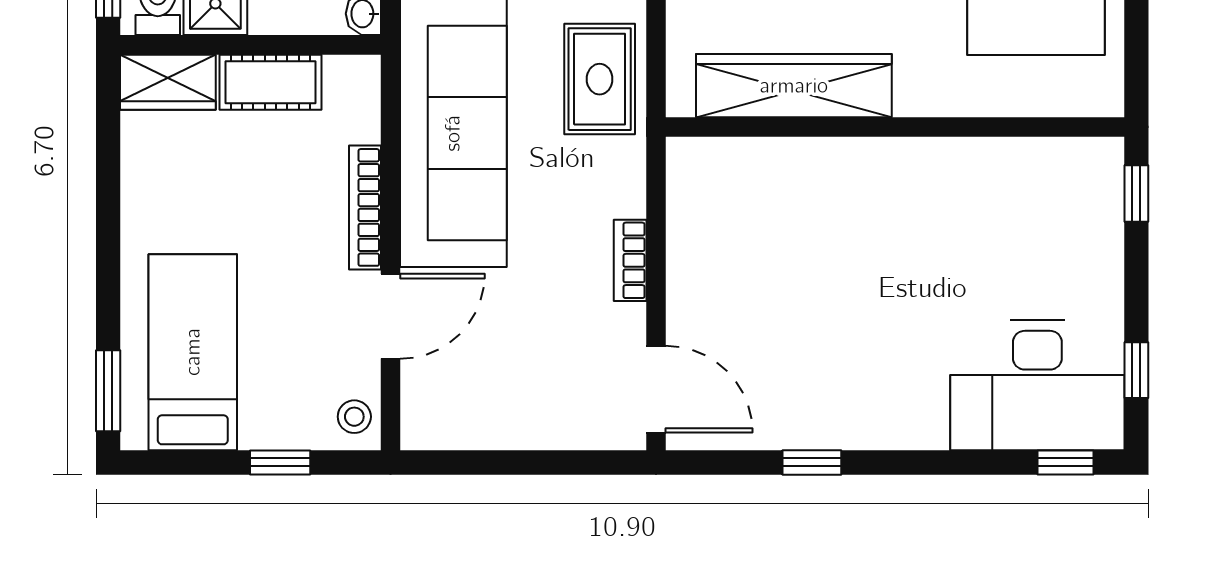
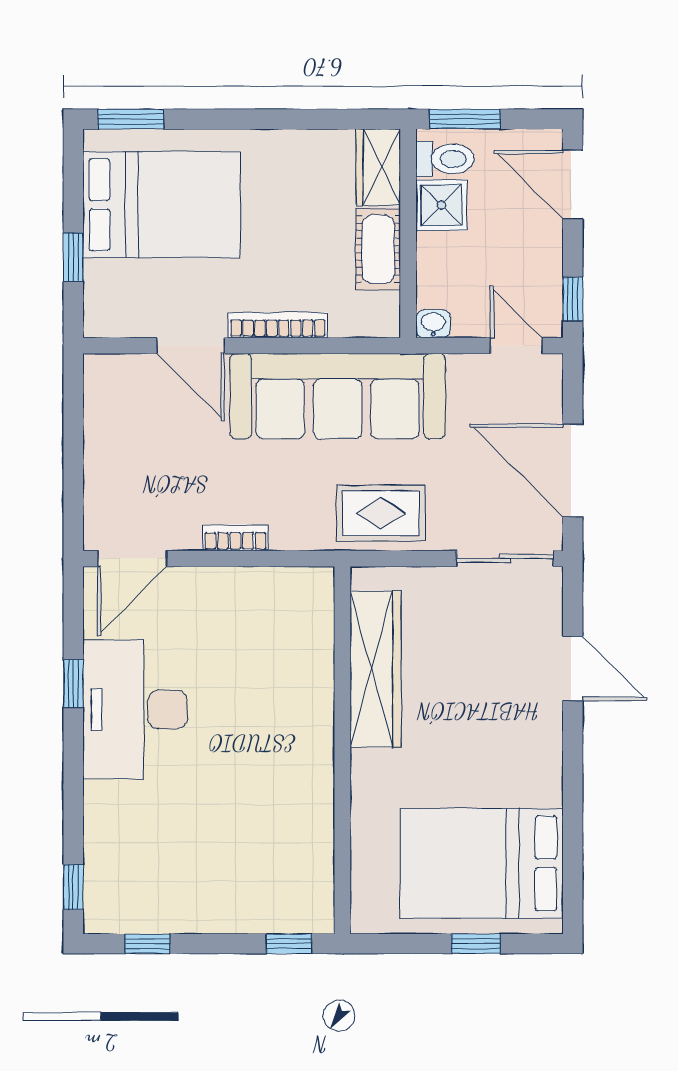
bed: (193, 352) -> (162, 205), width x1.50
desk: (1037, 385) -> (135, 710), moved
stool: (354, 417) -> (110, 317), removed

